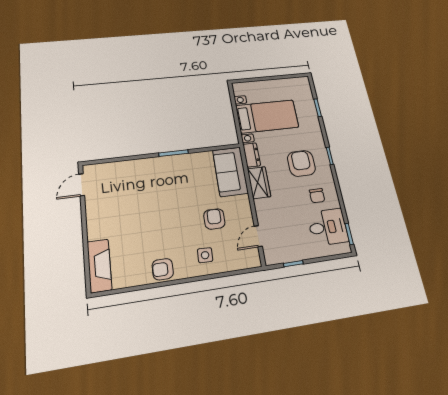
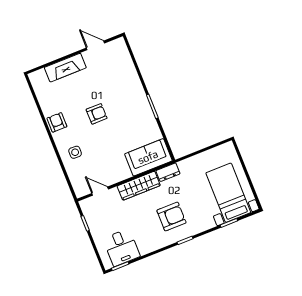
bed with nightstands: (267, 116) -> (228, 193), moved, turned 180
wardrobe: (259, 183) -> (139, 186), width x1.50
door: (82, 185) -> (95, 45), moved
chair: (317, 196) -> (146, 234), removed
armchair: (214, 219) -> (97, 114), moved
fireplace: (99, 266) -> (65, 68), moved

